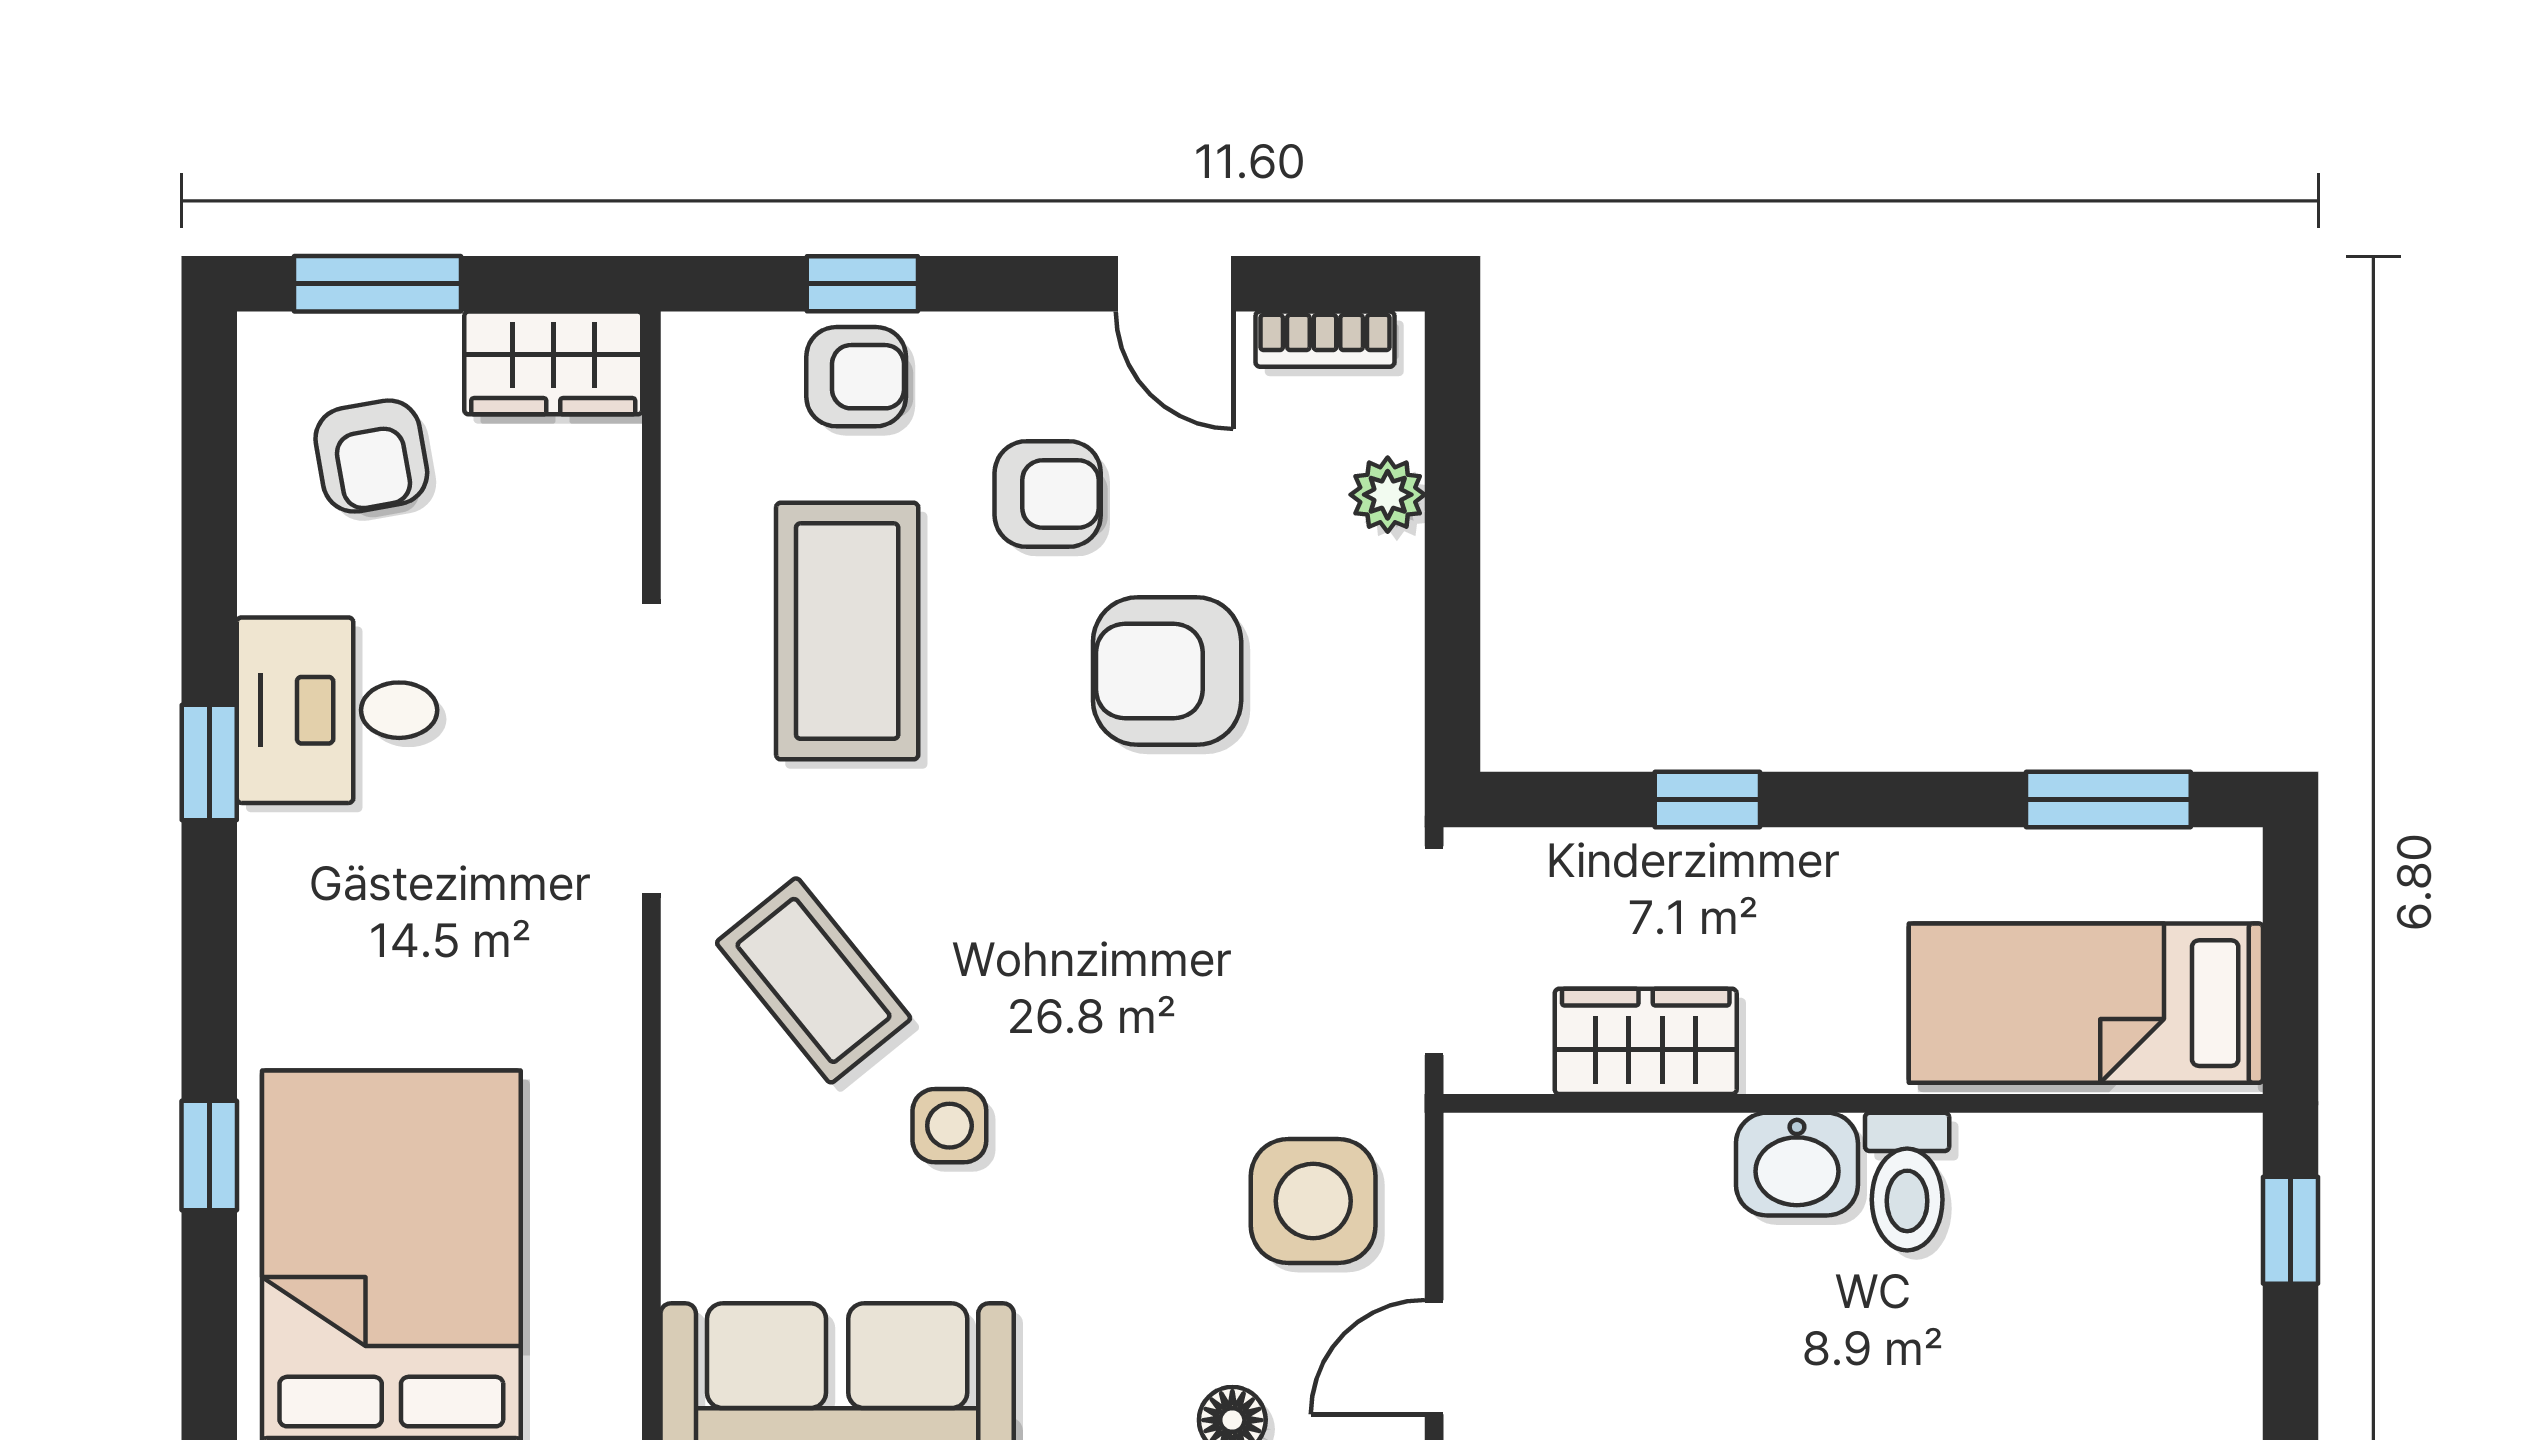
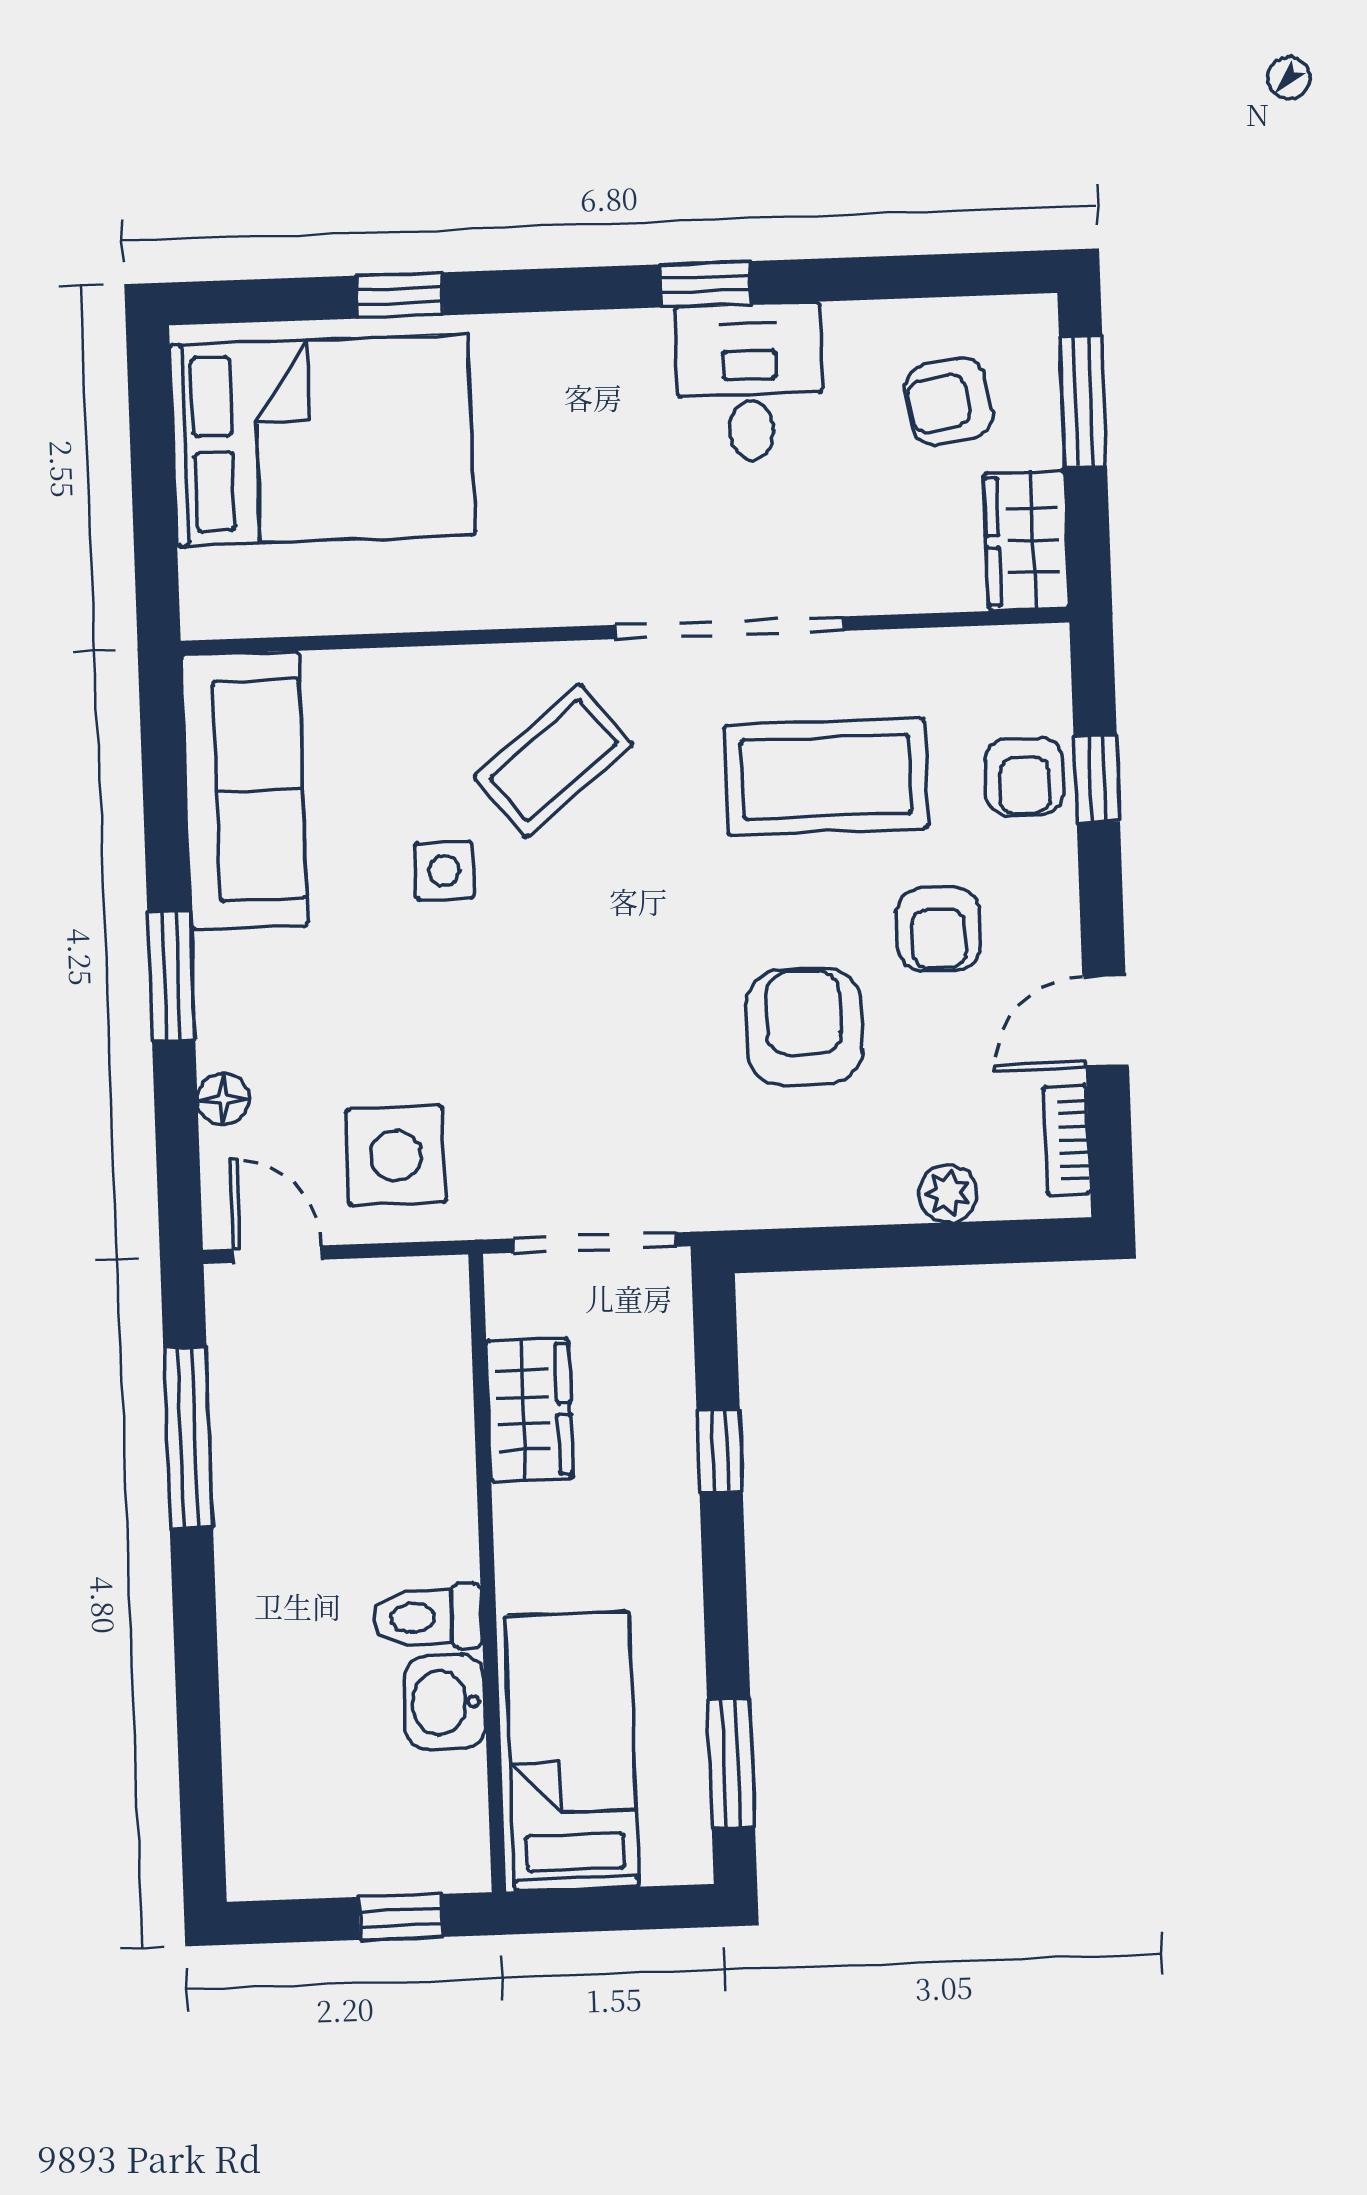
washbasin: (1797, 1164) -> (445, 1702), moved

